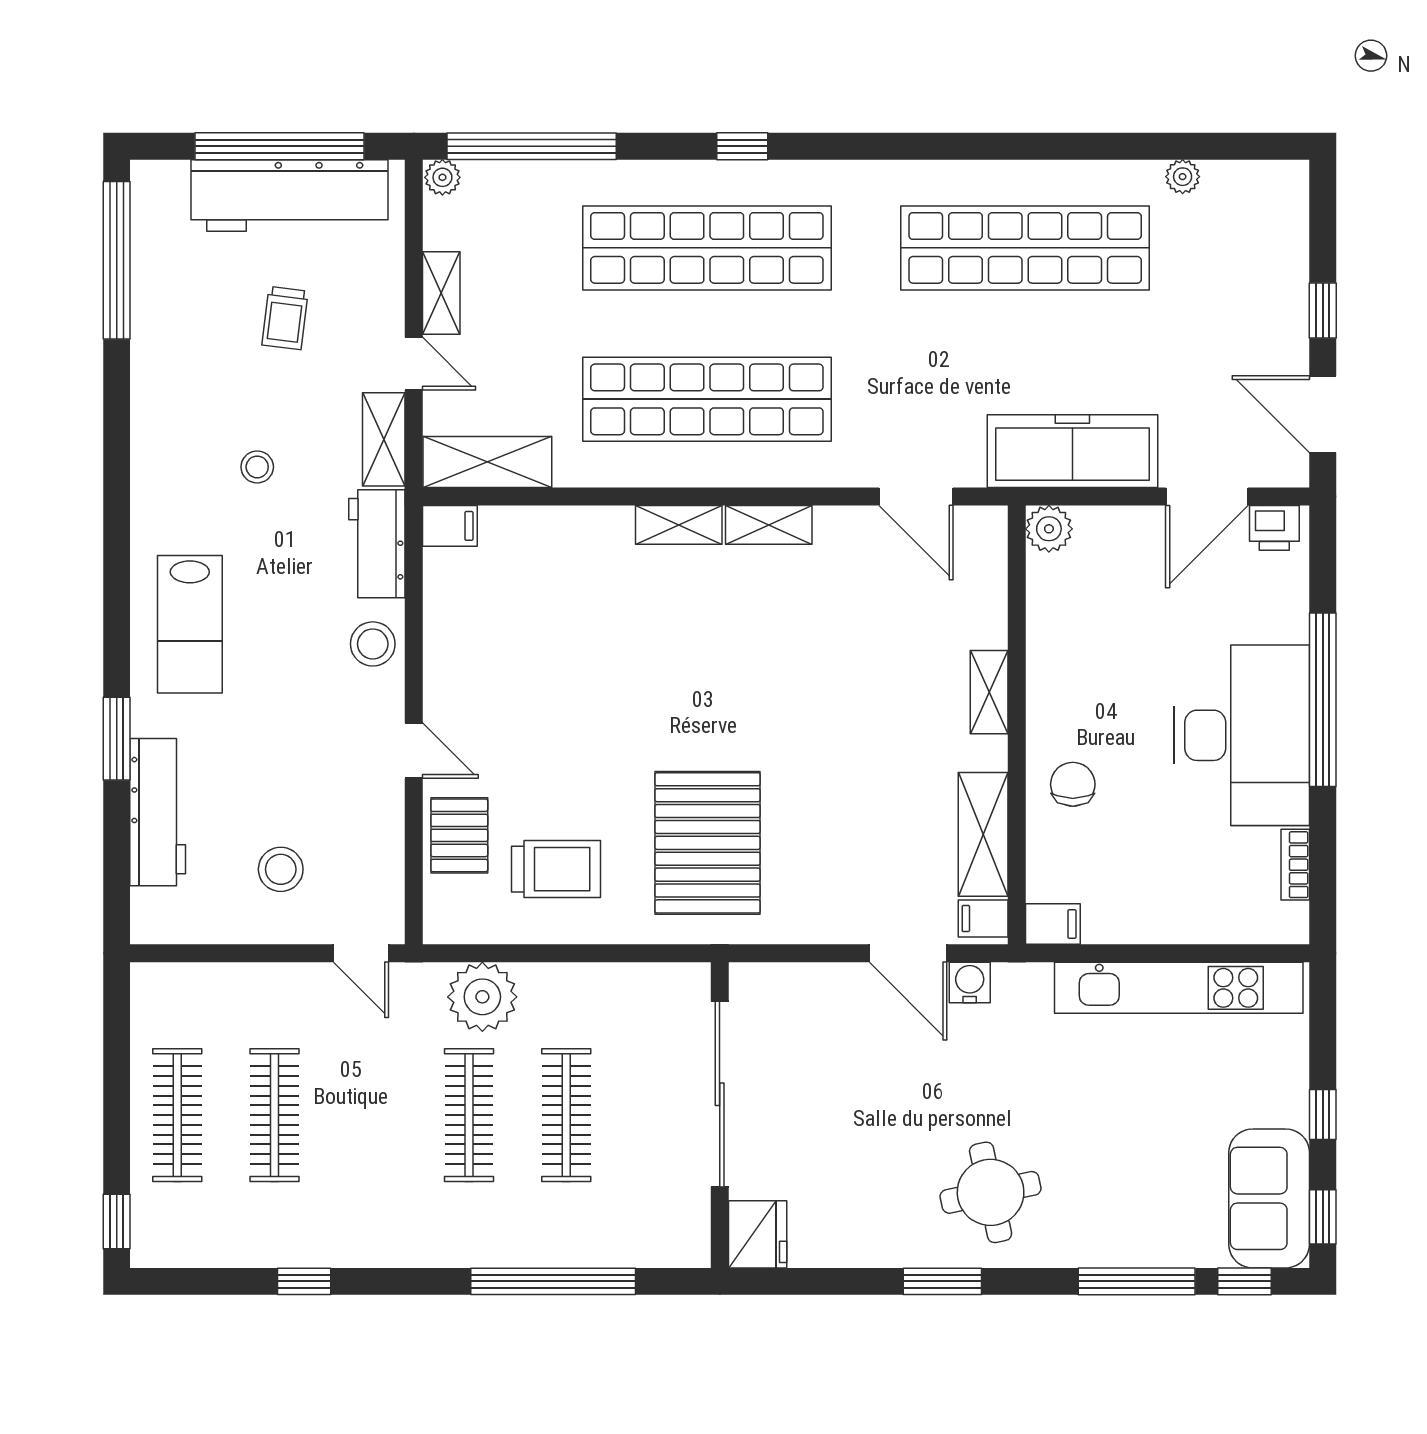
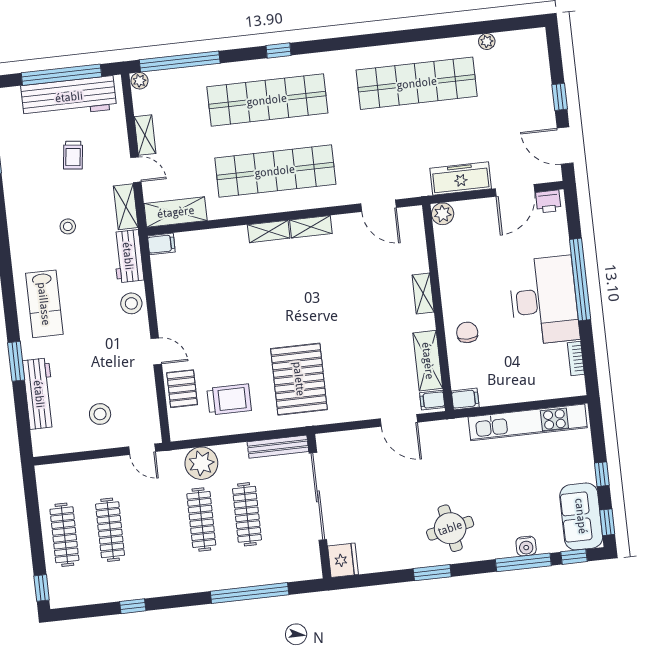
freezer: (1072, 451) -> (461, 178), width x0.73, depth x0.79
bench: (647, 980) -> (278, 447), added
water cooler: (970, 983) -> (526, 546), moved, turned 180

